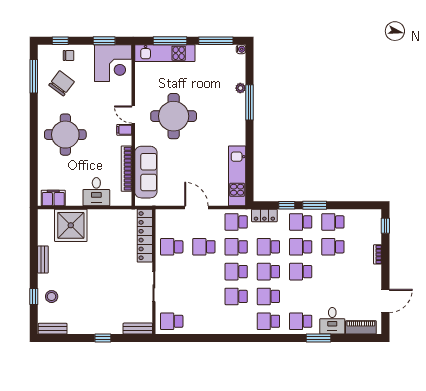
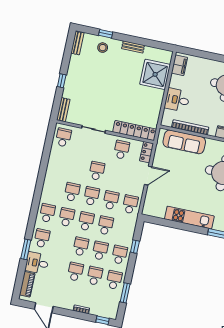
kitchen unit: (237, 176) -> (189, 218), moved
window: (315, 205) -> (125, 293), moved
locker: (264, 215) -> (147, 152), moved
school desk: (204, 247) -> (97, 171), moved
school desk: (333, 272) -> (75, 272), added

